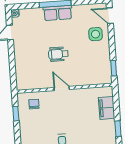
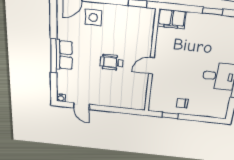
wheelchair: (58, 54) -> (112, 62), turned 90
chair: (34, 104) -> (182, 103), moved
filing cabinet: (107, 108) -> (172, 19), moved

